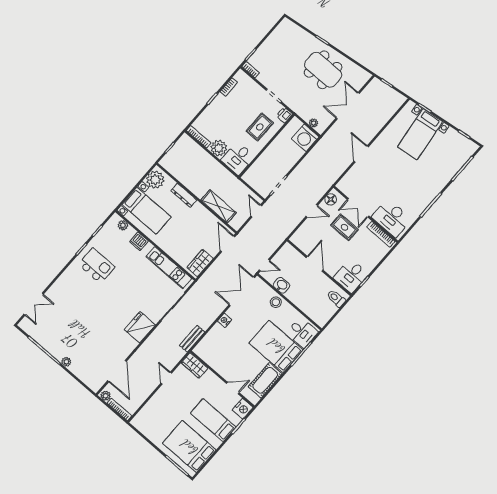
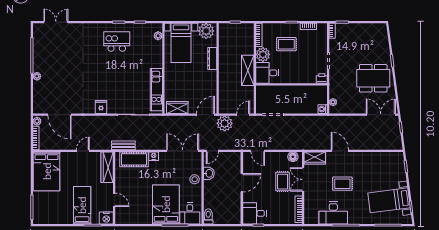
dining table: (323, 70) -> (373, 78), turned 90
double door: (348, 106) -> (381, 115), moved
rug: (260, 127) -> (286, 44), moved
bed with nightstands: (420, 134) -> (389, 200), moved
washing machine: (305, 138) -> (323, 109), width x0.53, depth x0.53
door: (361, 154) -> (340, 151), hinge flipped
rug: (392, 177) -> (342, 184), added
wardrobe: (348, 181) -> (315, 158), added
shelving: (219, 206) -> (248, 70), moved
door: (312, 211) -> (258, 151), moved
desk: (392, 218) -> (333, 213), moved, turned -90
plant: (250, 234) -> (225, 123), added
dishwasher: (139, 241) -> (157, 55), removed
door: (264, 265) -> (212, 151), hinge flipped
kitchen island: (97, 266) -> (117, 41), turned -90
toilet: (336, 298) -> (208, 216), moved
double door: (34, 304) -> (56, 22), swing flipped
fridge: (140, 327) -> (101, 107), width x0.53, depth x0.75
wardrobe: (195, 365) -> (107, 167), width x1.50
door: (117, 371) -> (60, 115), hinge flipped
cot: (265, 380) -> (134, 159), moved
bed: (189, 447) -> (47, 171), moved, turned 180

